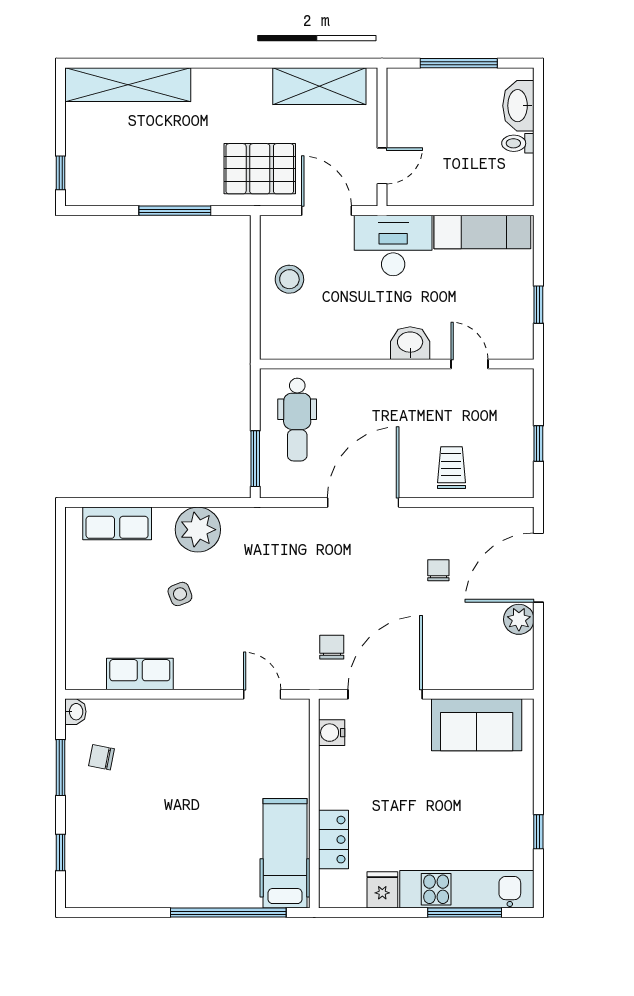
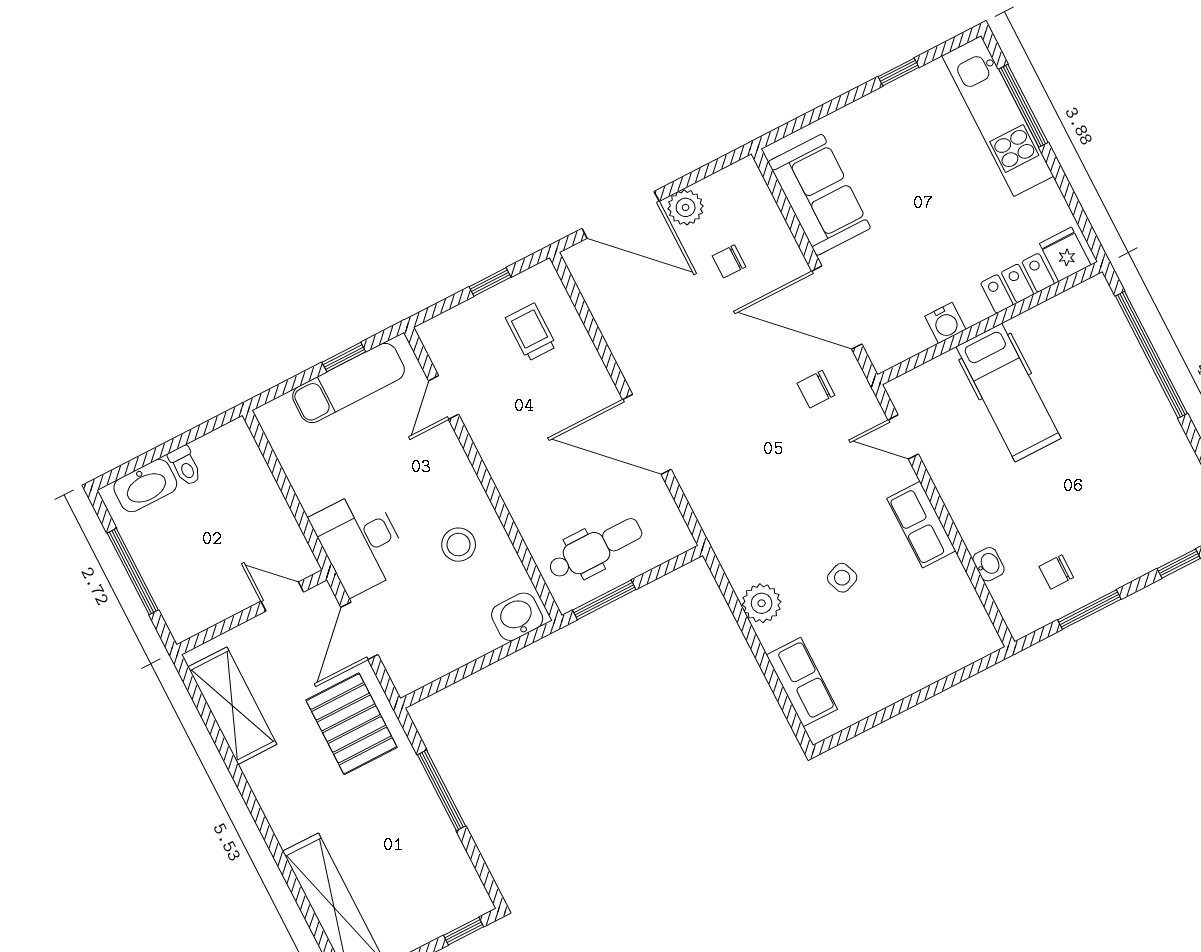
exam couch: (482, 232) -> (349, 383), moved, turned 90
stool: (289, 279) -> (459, 545), moved
washbasin: (410, 343) -> (517, 617), moved, turned 90
window: (255, 459) -> (604, 600), moved
trolley: (451, 468) -> (531, 332), moved, turned 90
plant: (198, 530) -> (762, 603), width x0.73, depth x0.73
chair: (438, 570) -> (729, 261), moved
row of seats: (140, 674) -> (921, 525), moved
door: (262, 694) -> (903, 437), hinge flipped
washbasin: (75, 712) -> (988, 564), moved, turned 90
water cooler: (332, 733) -> (945, 323), moved
chair: (101, 757) -> (1056, 572), turned 79
hospital bed: (285, 853) -> (1008, 393), moved, turned -90
fridge: (382, 890) -> (1065, 254), moved, turned 90

